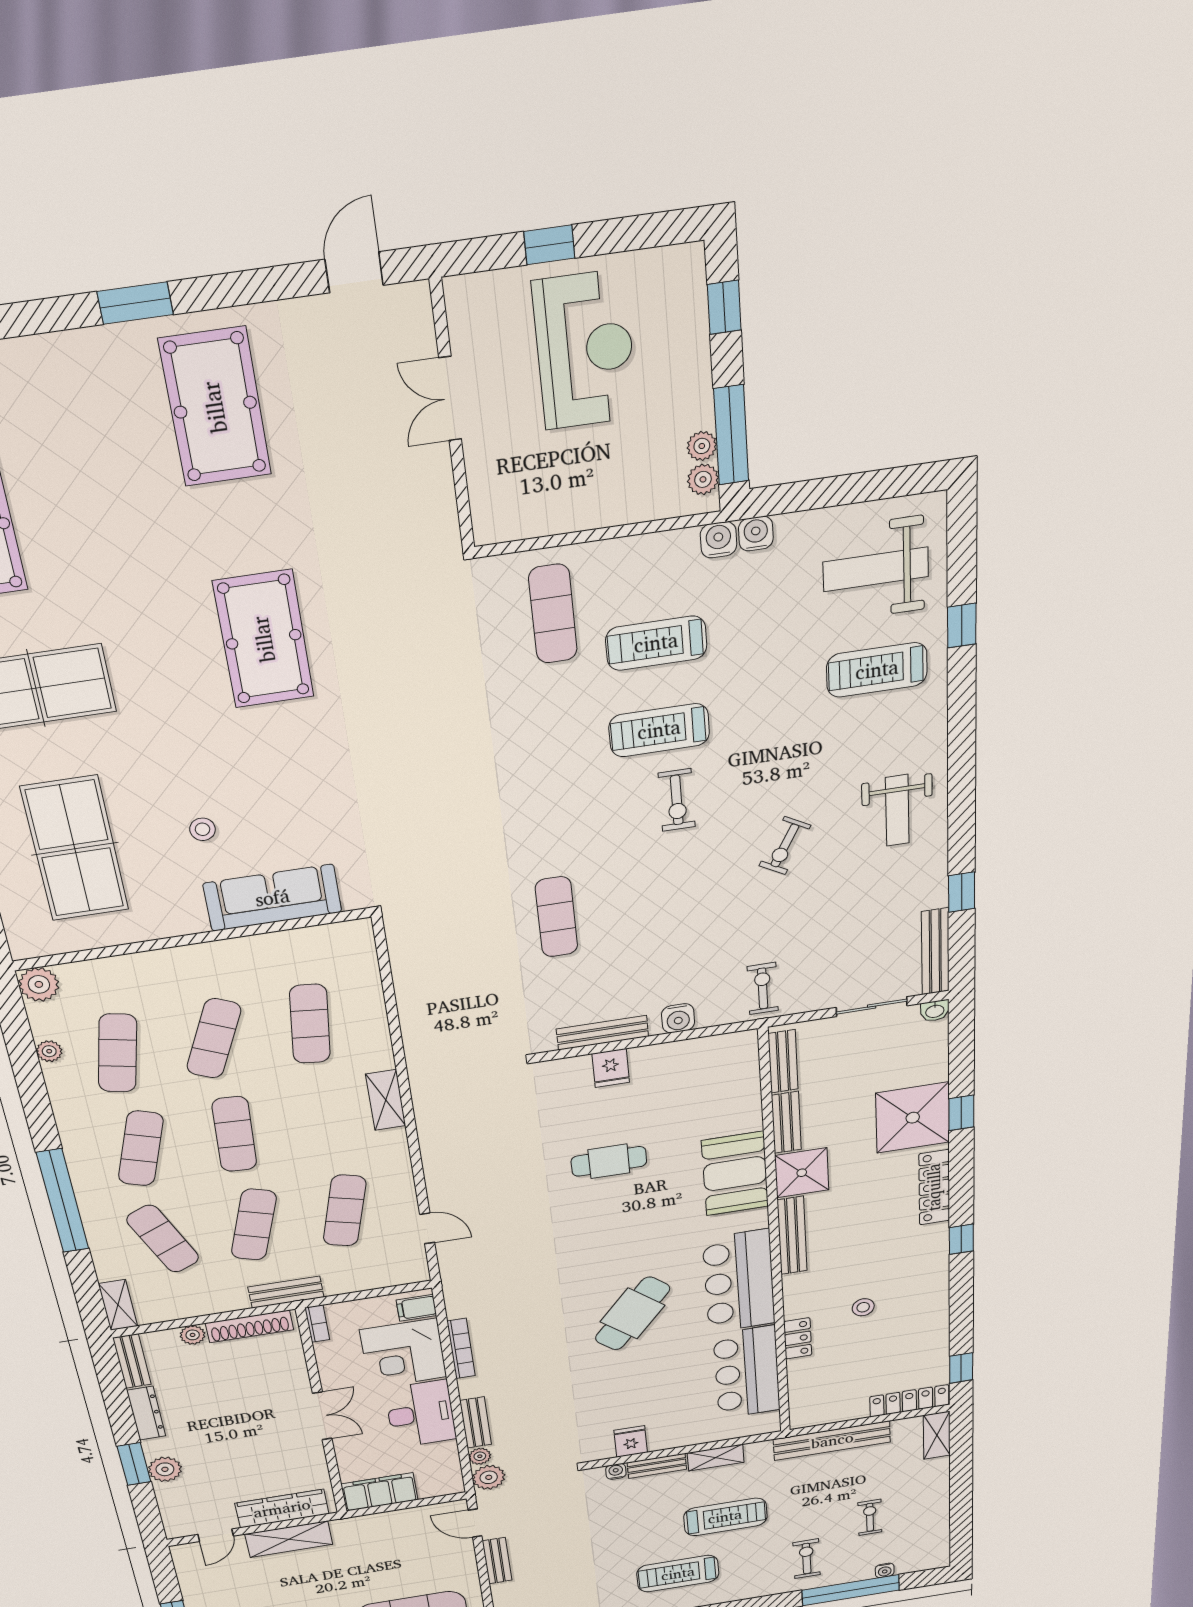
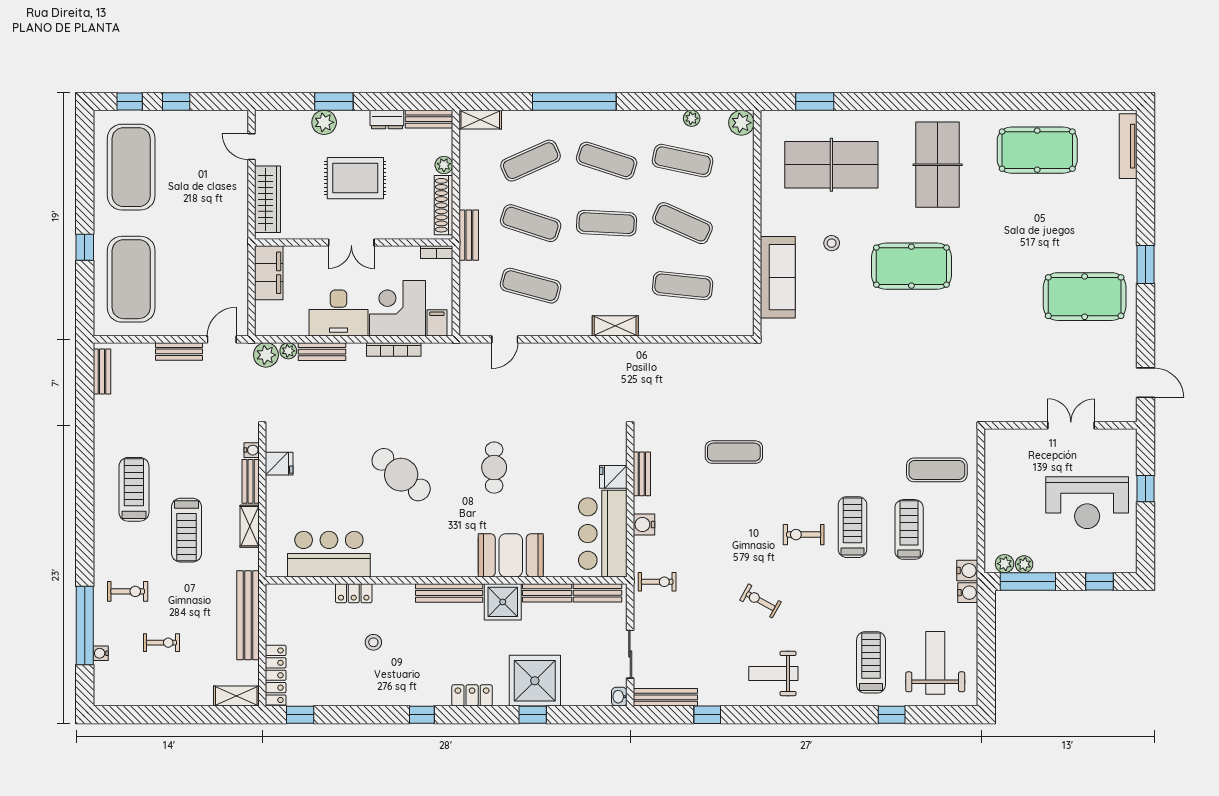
pool table: (264, 639) -> (911, 266), moved
bench: (602, 1033) -> (642, 474), width x0.73
cafe table: (609, 1161) -> (494, 468), moved
locker: (934, 1187) -> (472, 695), width x0.66
bar counter: (739, 1281) -> (603, 534), moved, turned -90
dresser: (146, 1413) -> (387, 120), width x0.70
rug: (233, 1426) -> (355, 178), added
shelving: (289, 1539) -> (236, 199), removed

